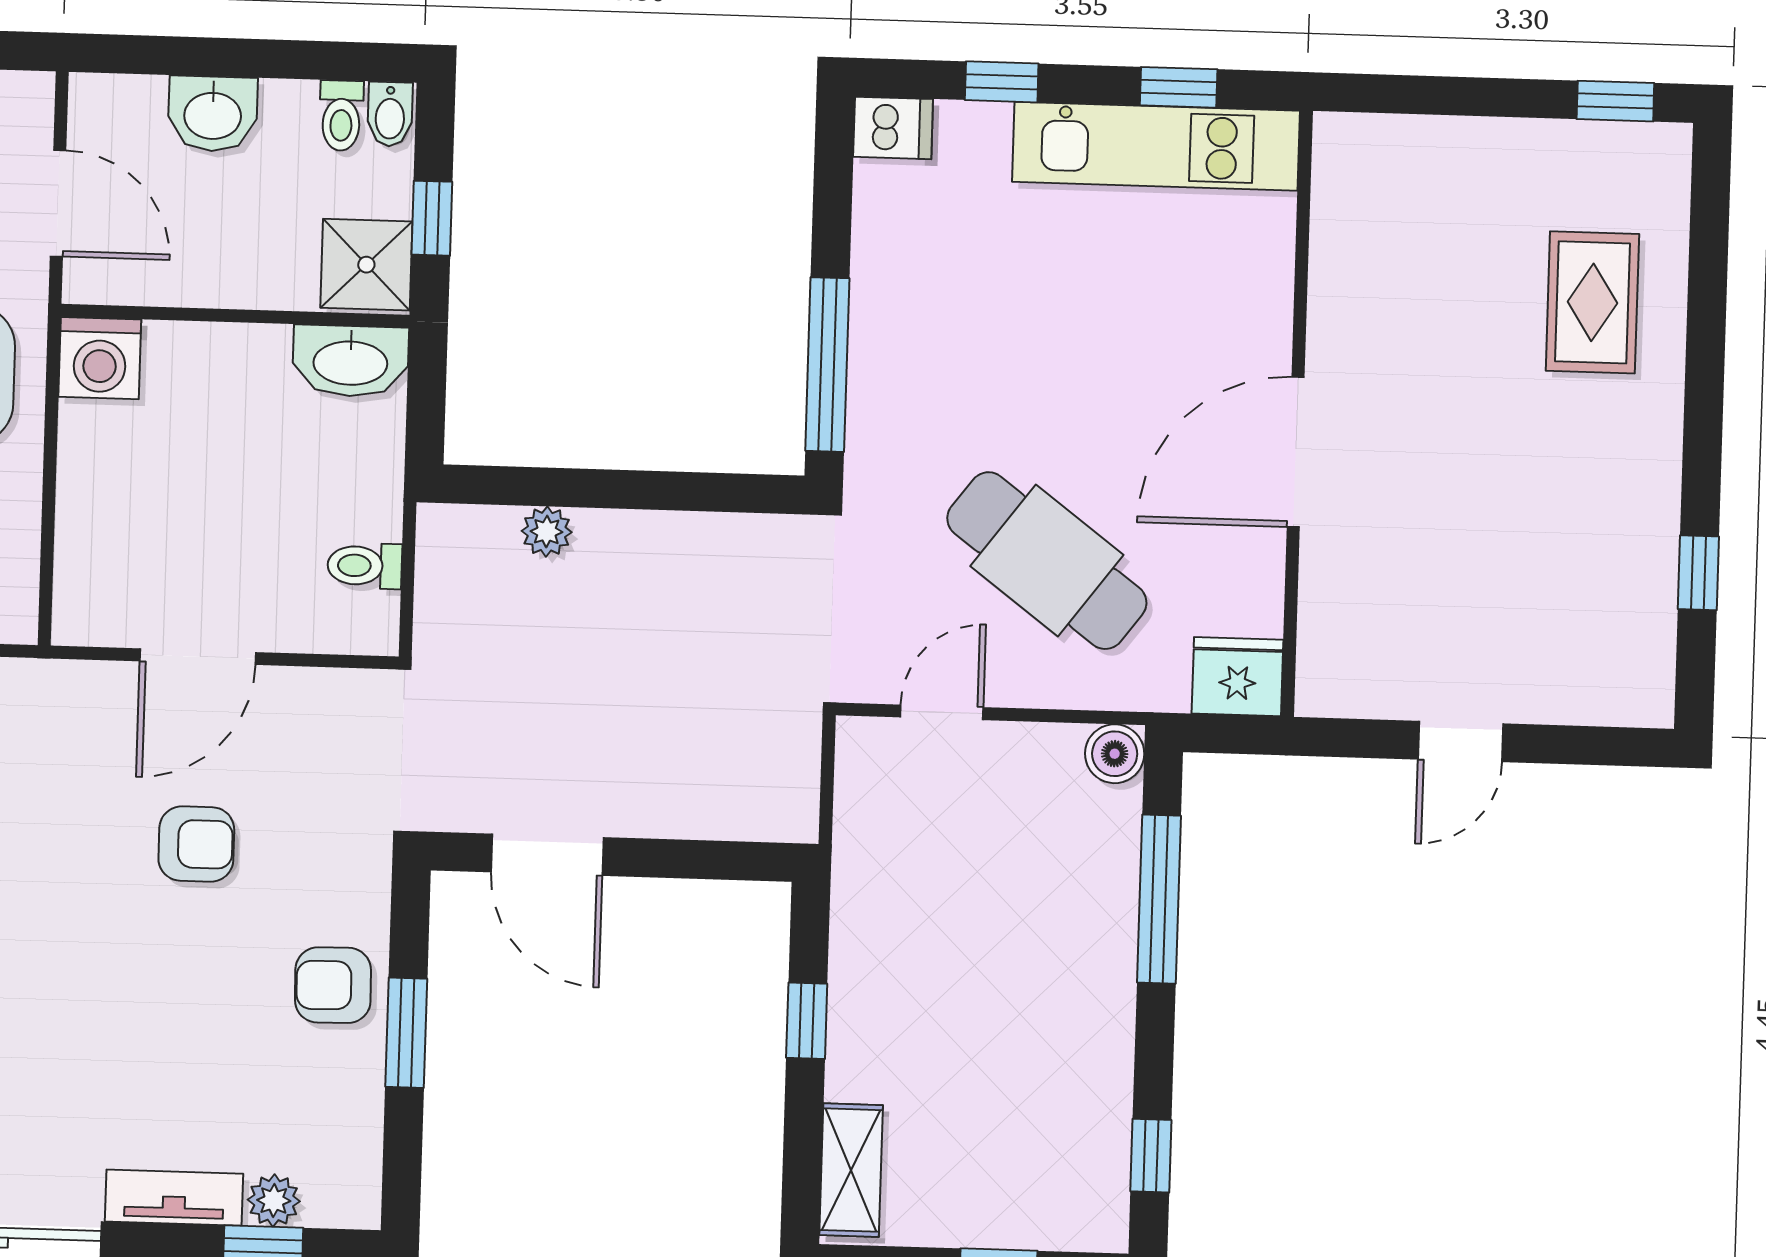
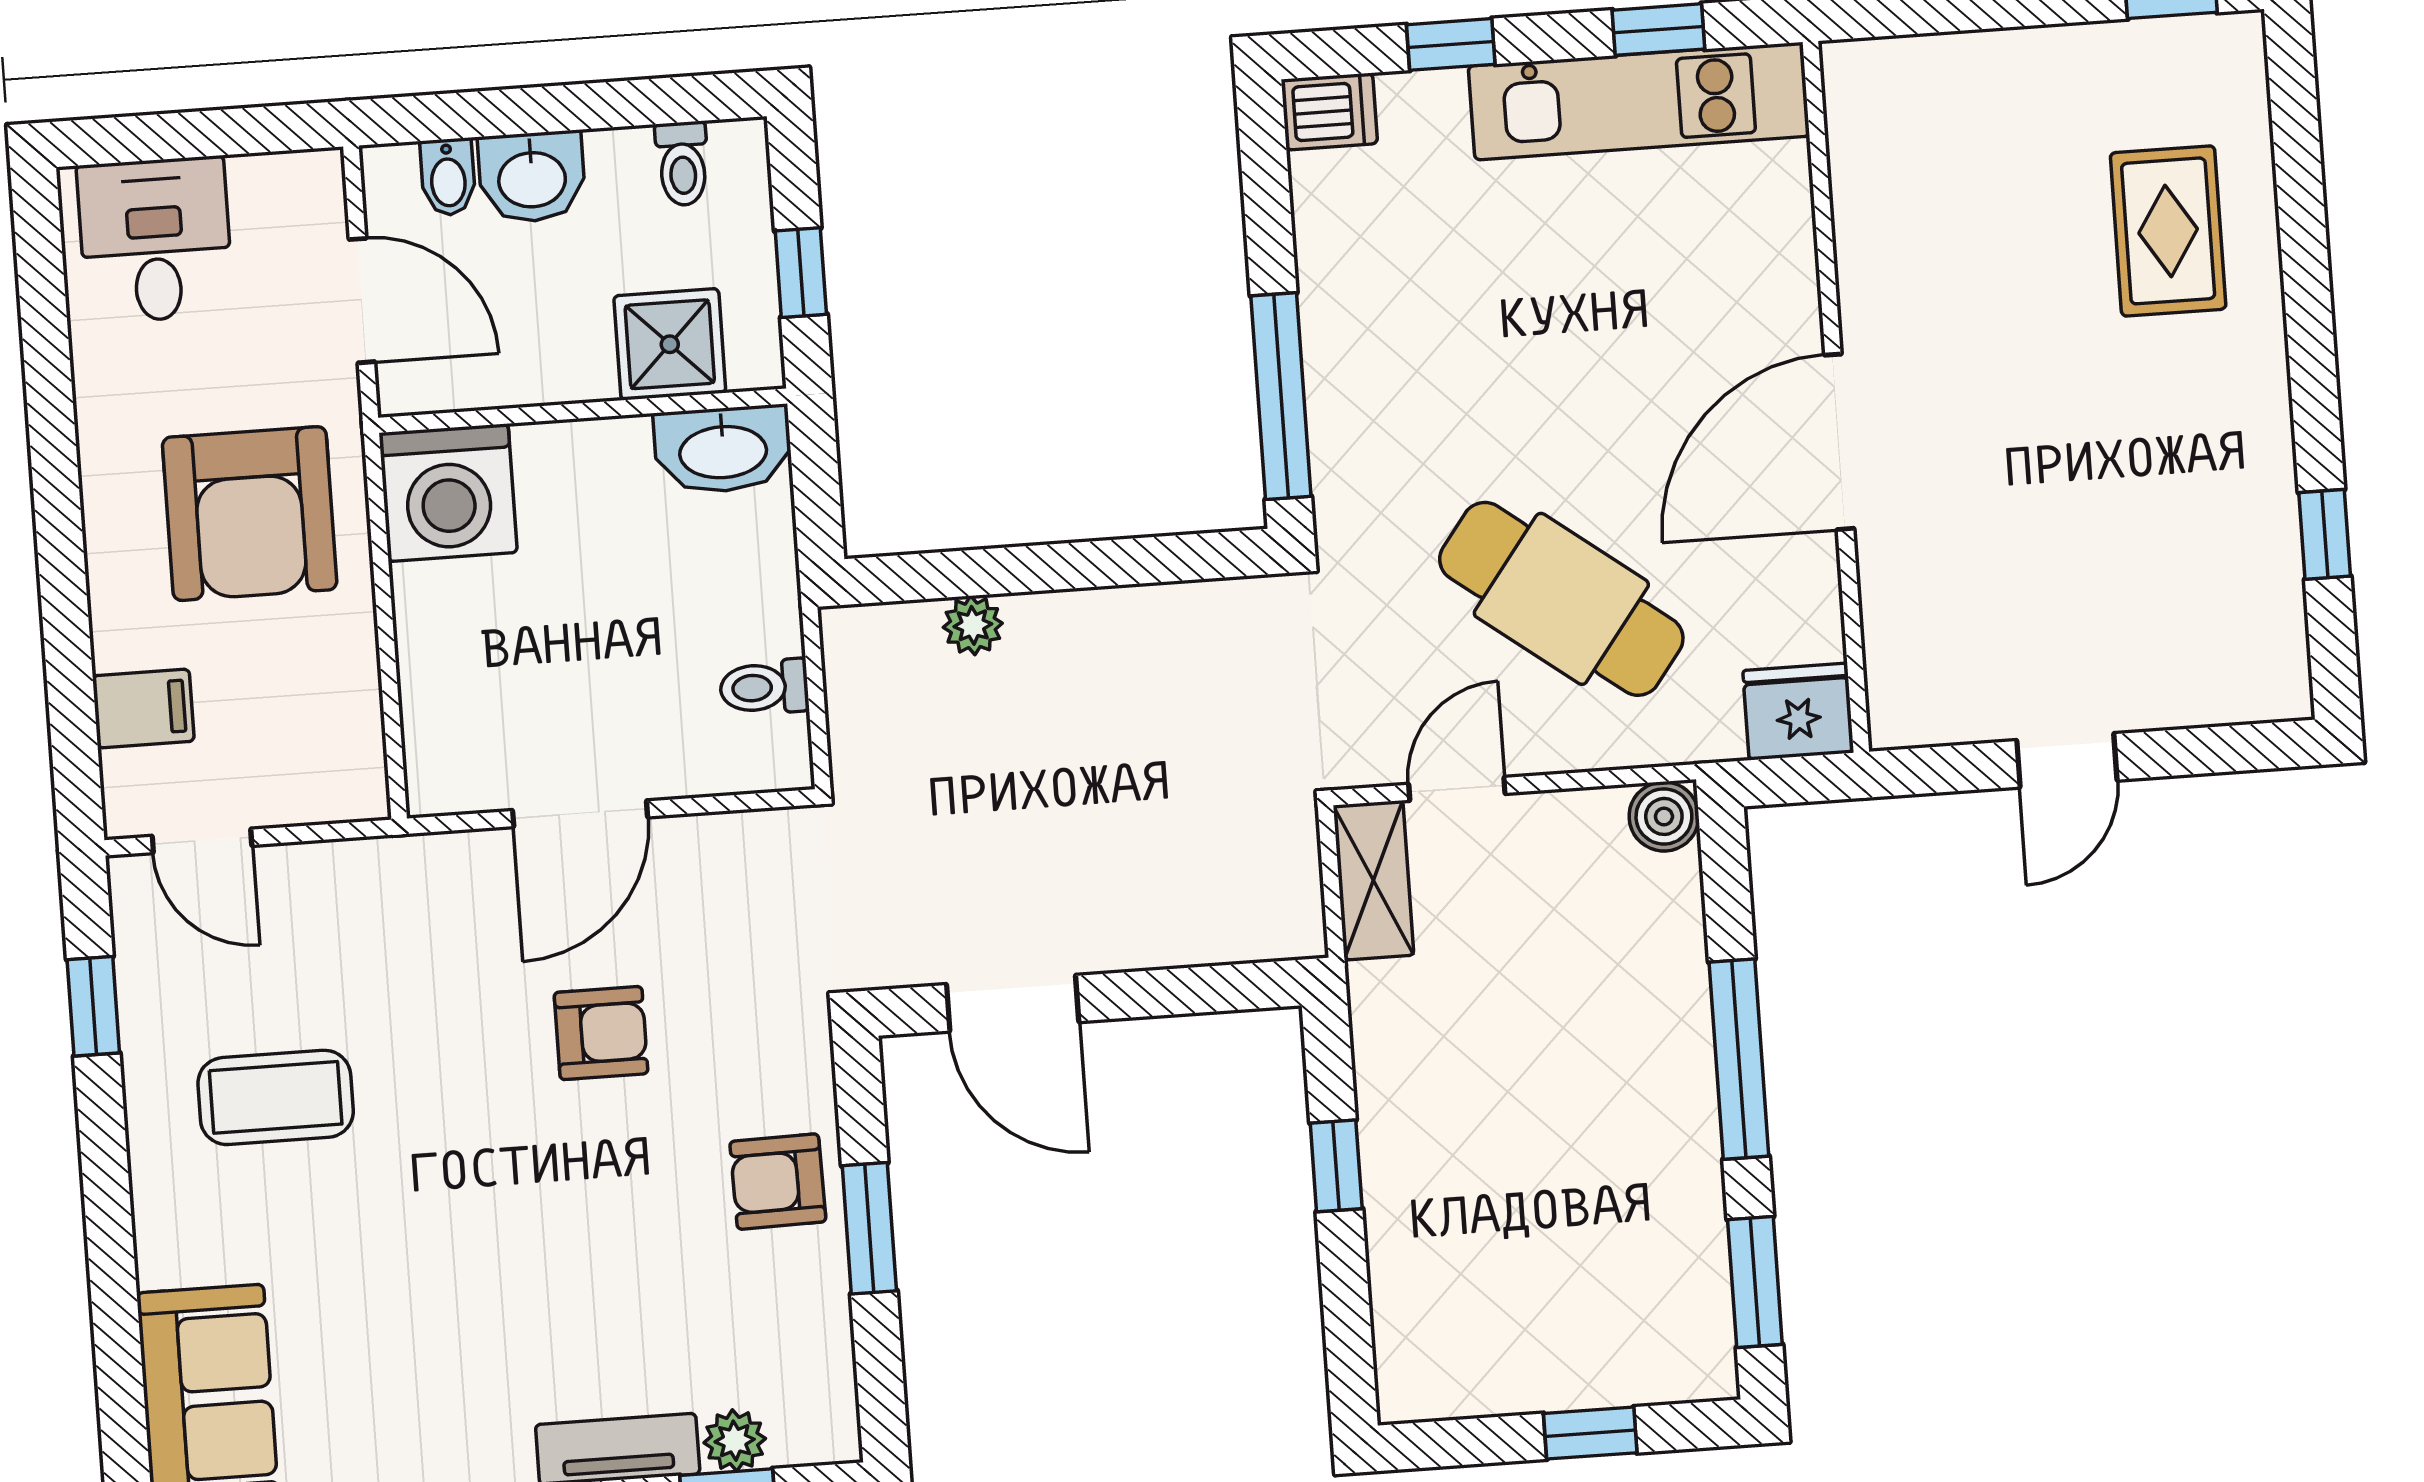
bidet: (390, 114) -> (448, 177), moved
shower: (366, 265) -> (670, 344), moved
washing machine: (100, 358) -> (448, 493), width x1.37, depth x1.37
window: (1159, 899) -> (1739, 1059), moved
window: (1151, 1156) -> (1755, 1282), width x1.50
shelving: (851, 1170) -> (1374, 880), moved

